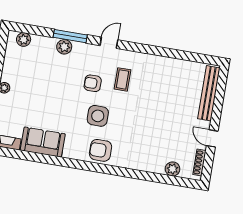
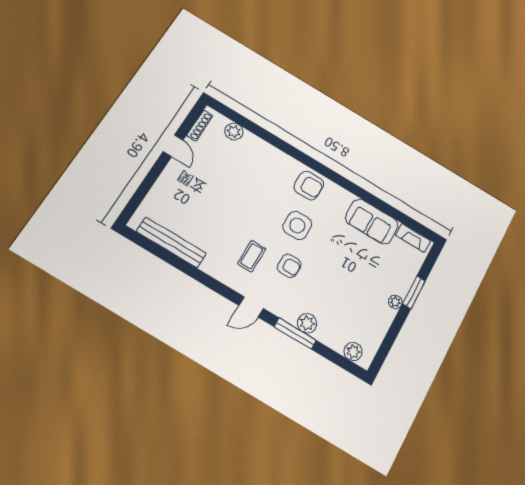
bench: (209, 93) -> (171, 242), moved, turned 90

